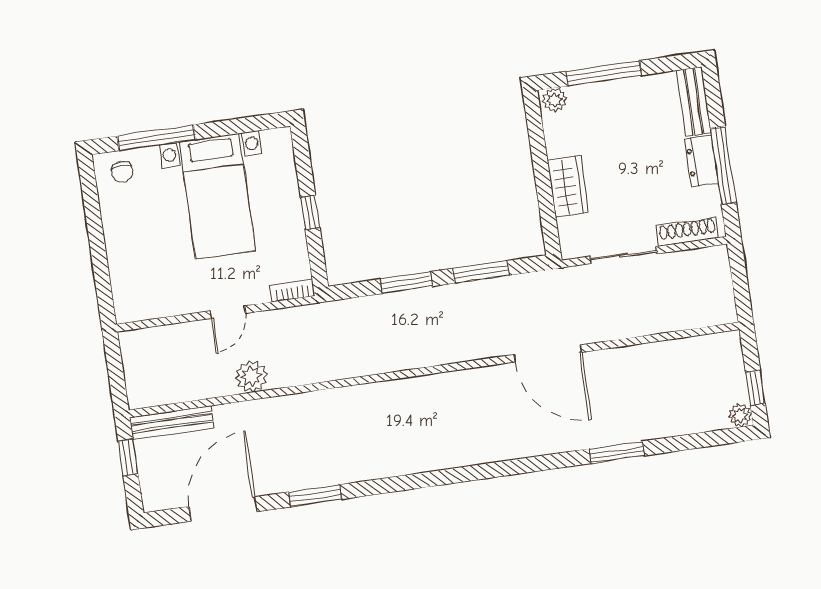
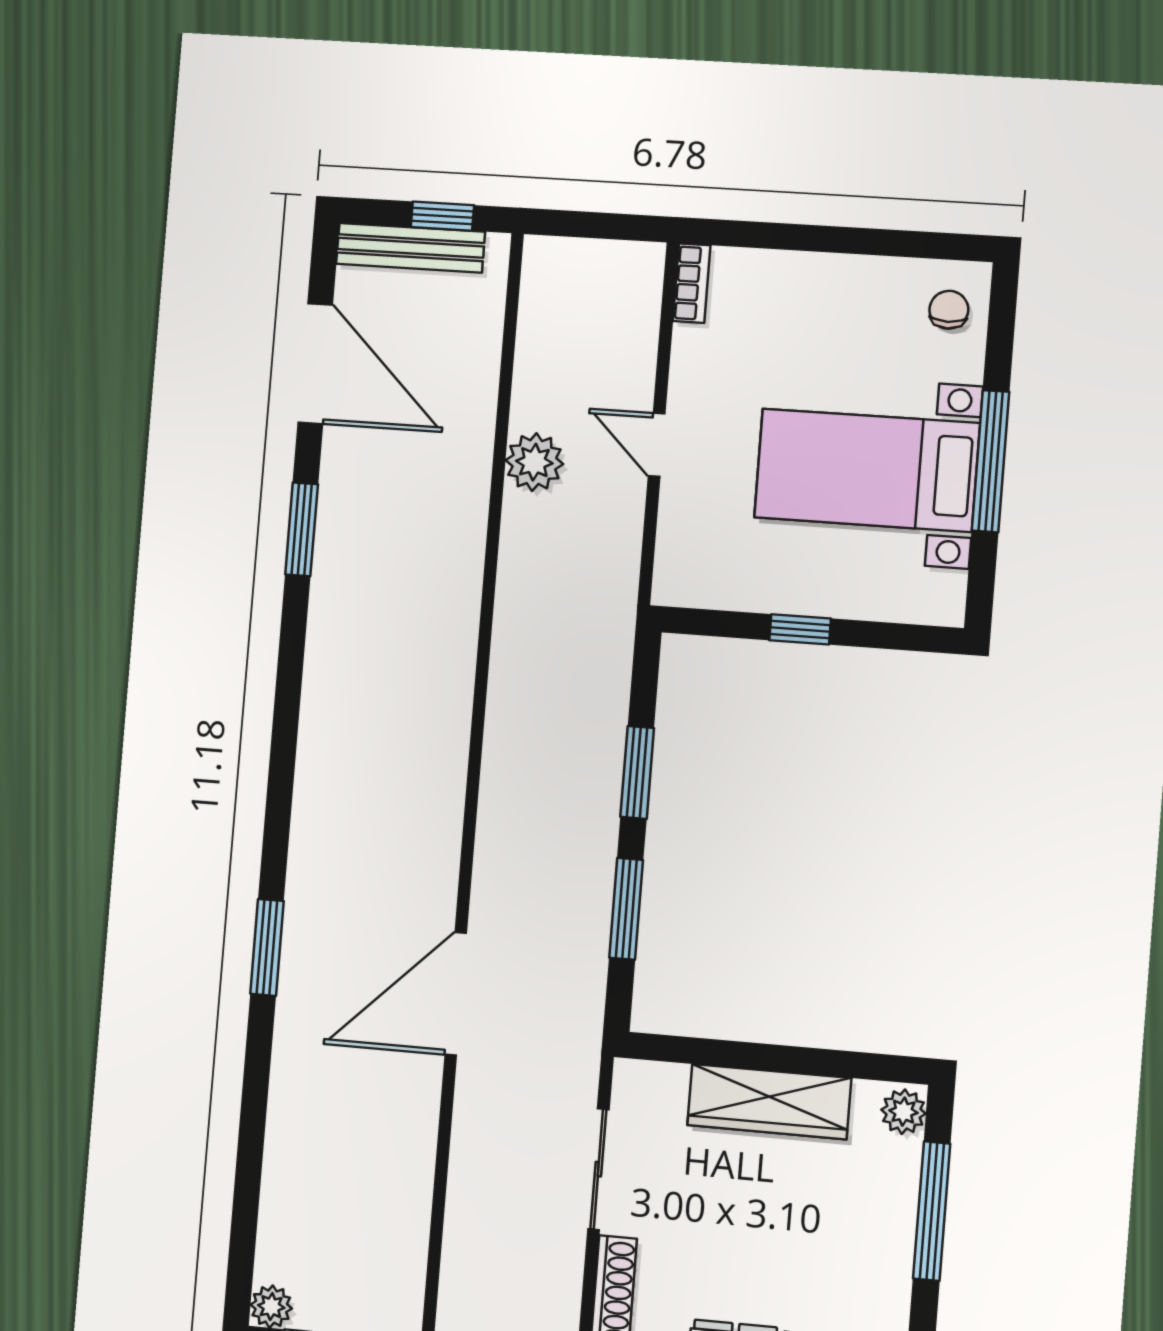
window: (156, 138) -> (991, 461), moved
chair: (122, 172) -> (949, 310), turned 90
wardrobe: (568, 186) -> (769, 1102), width x1.50
bookcase: (292, 291) -> (692, 283), moved
bench: (172, 423) -> (411, 248), moved, turned 90
window: (617, 452) -> (267, 947), moved

